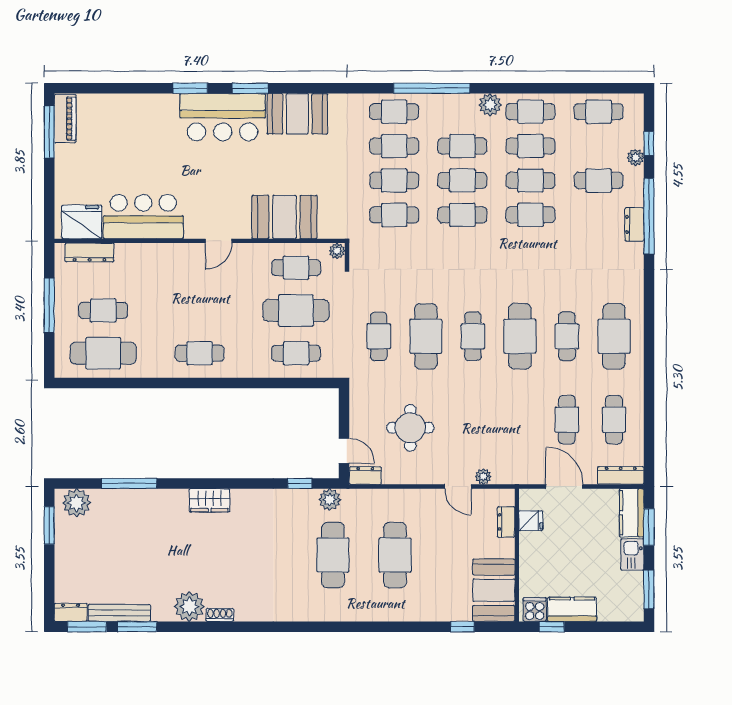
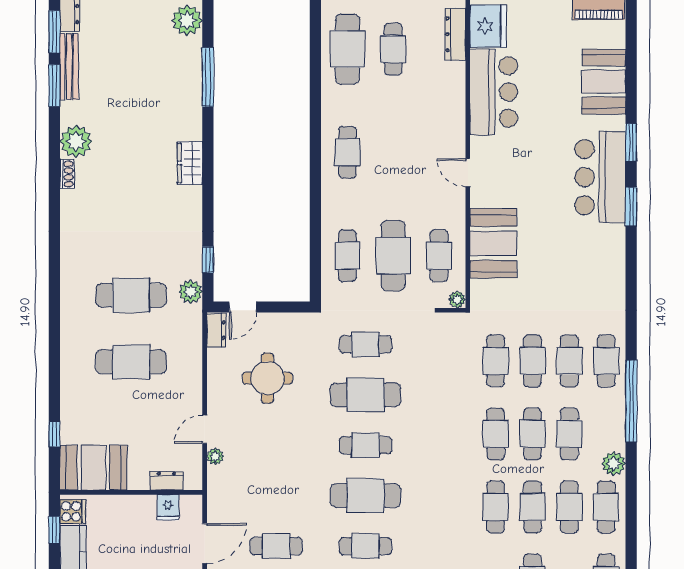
booth: (297, 114) -> (604, 82), moved

